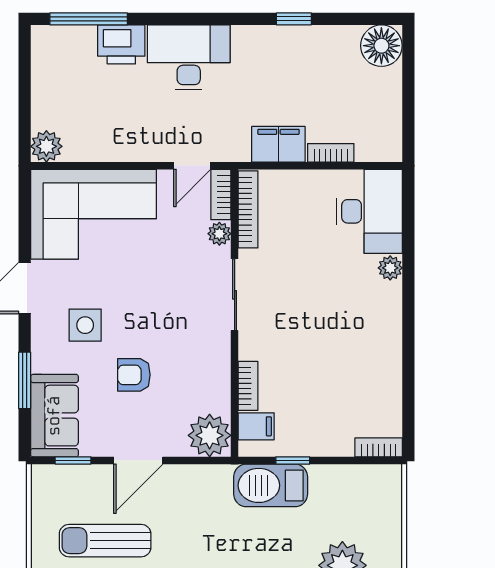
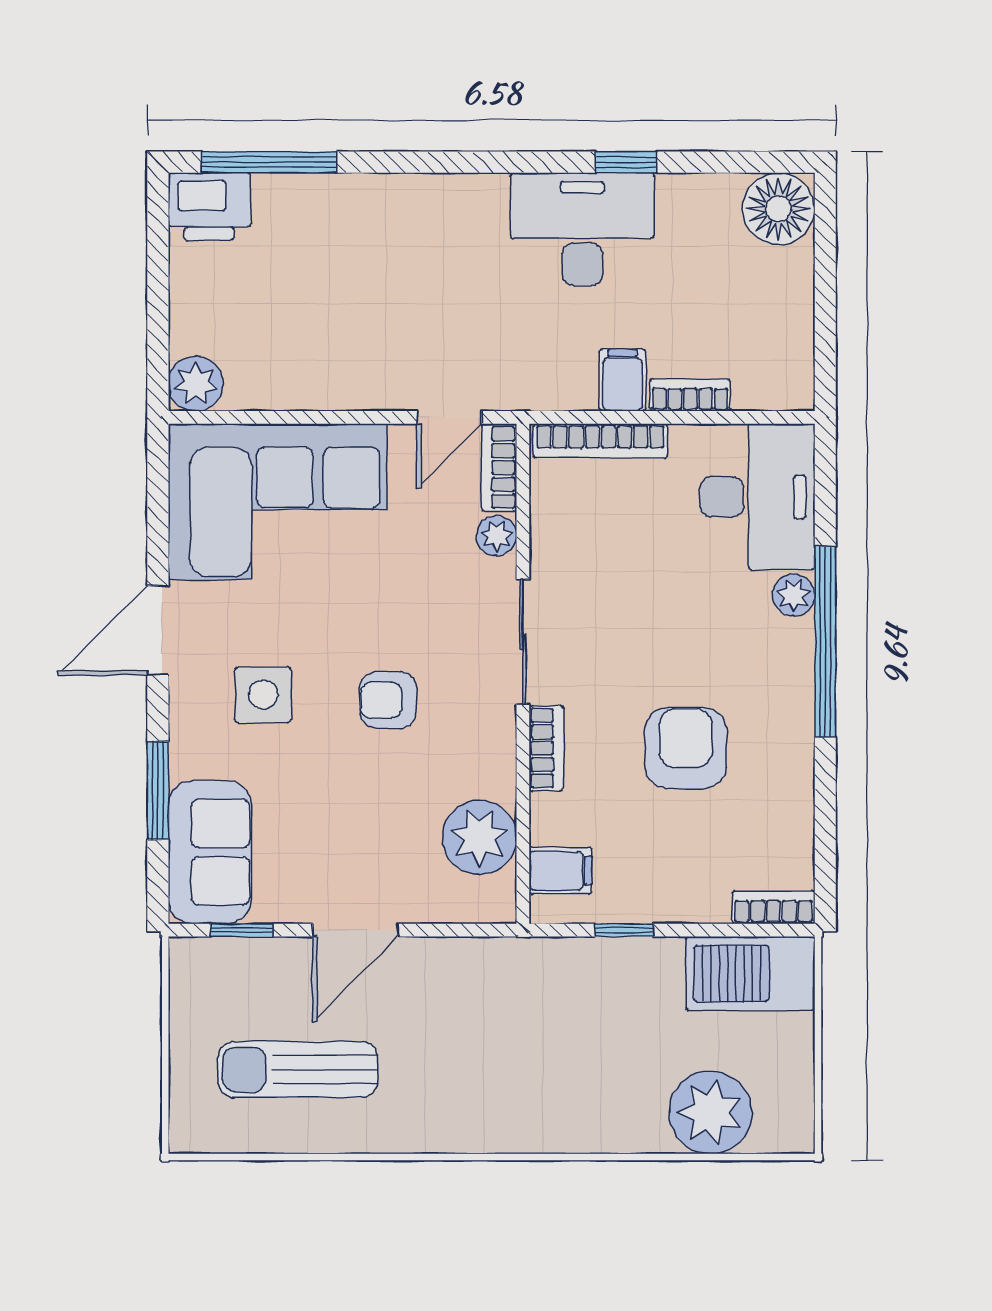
printer: (121, 44) -> (209, 207), moved
desk: (189, 57) -> (582, 229), moved
filing cabinet: (278, 144) -> (623, 380), width x0.50
bookcase: (248, 209) -> (600, 441), moved, turned 90
window: (408, 295) -> (825, 642), added
armchair: (328, 356) -> (686, 748), added
armchair: (134, 375) -> (388, 700), moved
bookcase: (248, 386) -> (546, 748), moved
plant: (210, 435) -> (479, 837), moved
barbecue: (271, 485) -> (751, 973), moved

